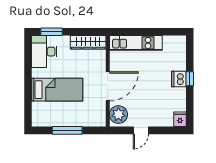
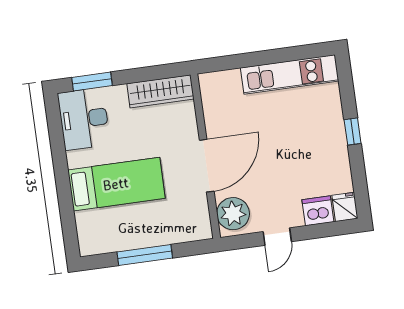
kitchen unit: (136, 43) -> (290, 74), moved
dishwasher: (179, 79) -> (318, 211), moved, turned 90

